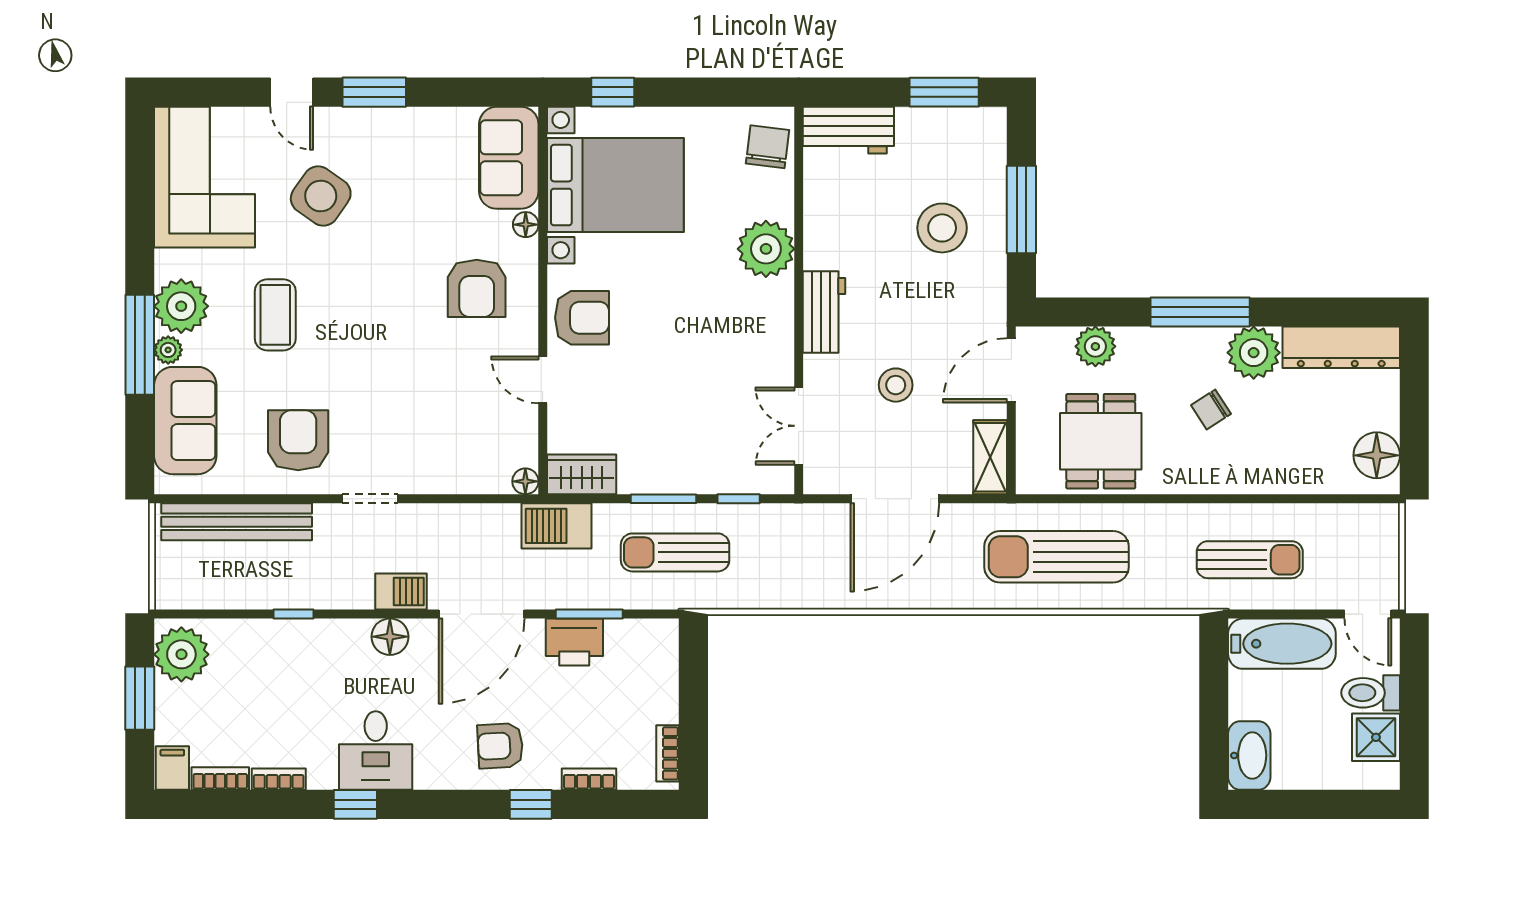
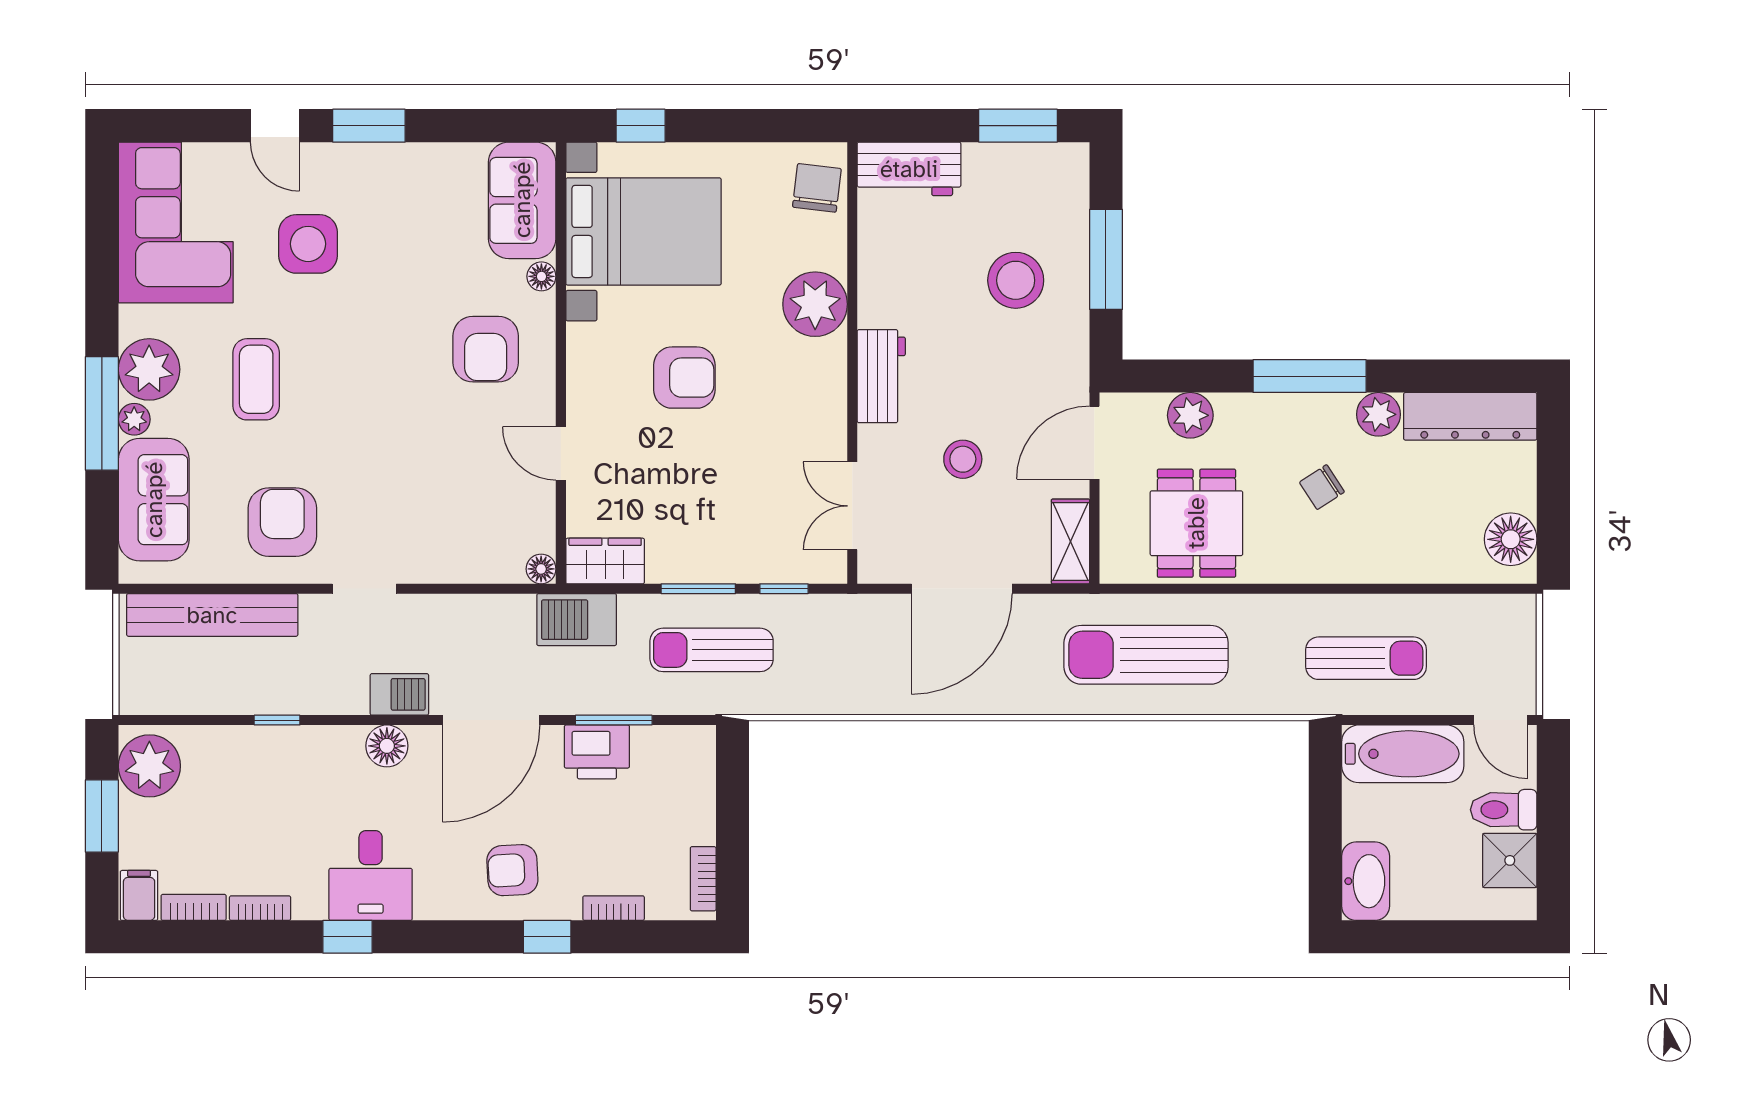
side table: (321, 196) -> (308, 244), turned -35
armchair: (582, 318) -> (684, 378), moved
plant: (1254, 353) -> (1378, 414), width x0.73, depth x0.73

